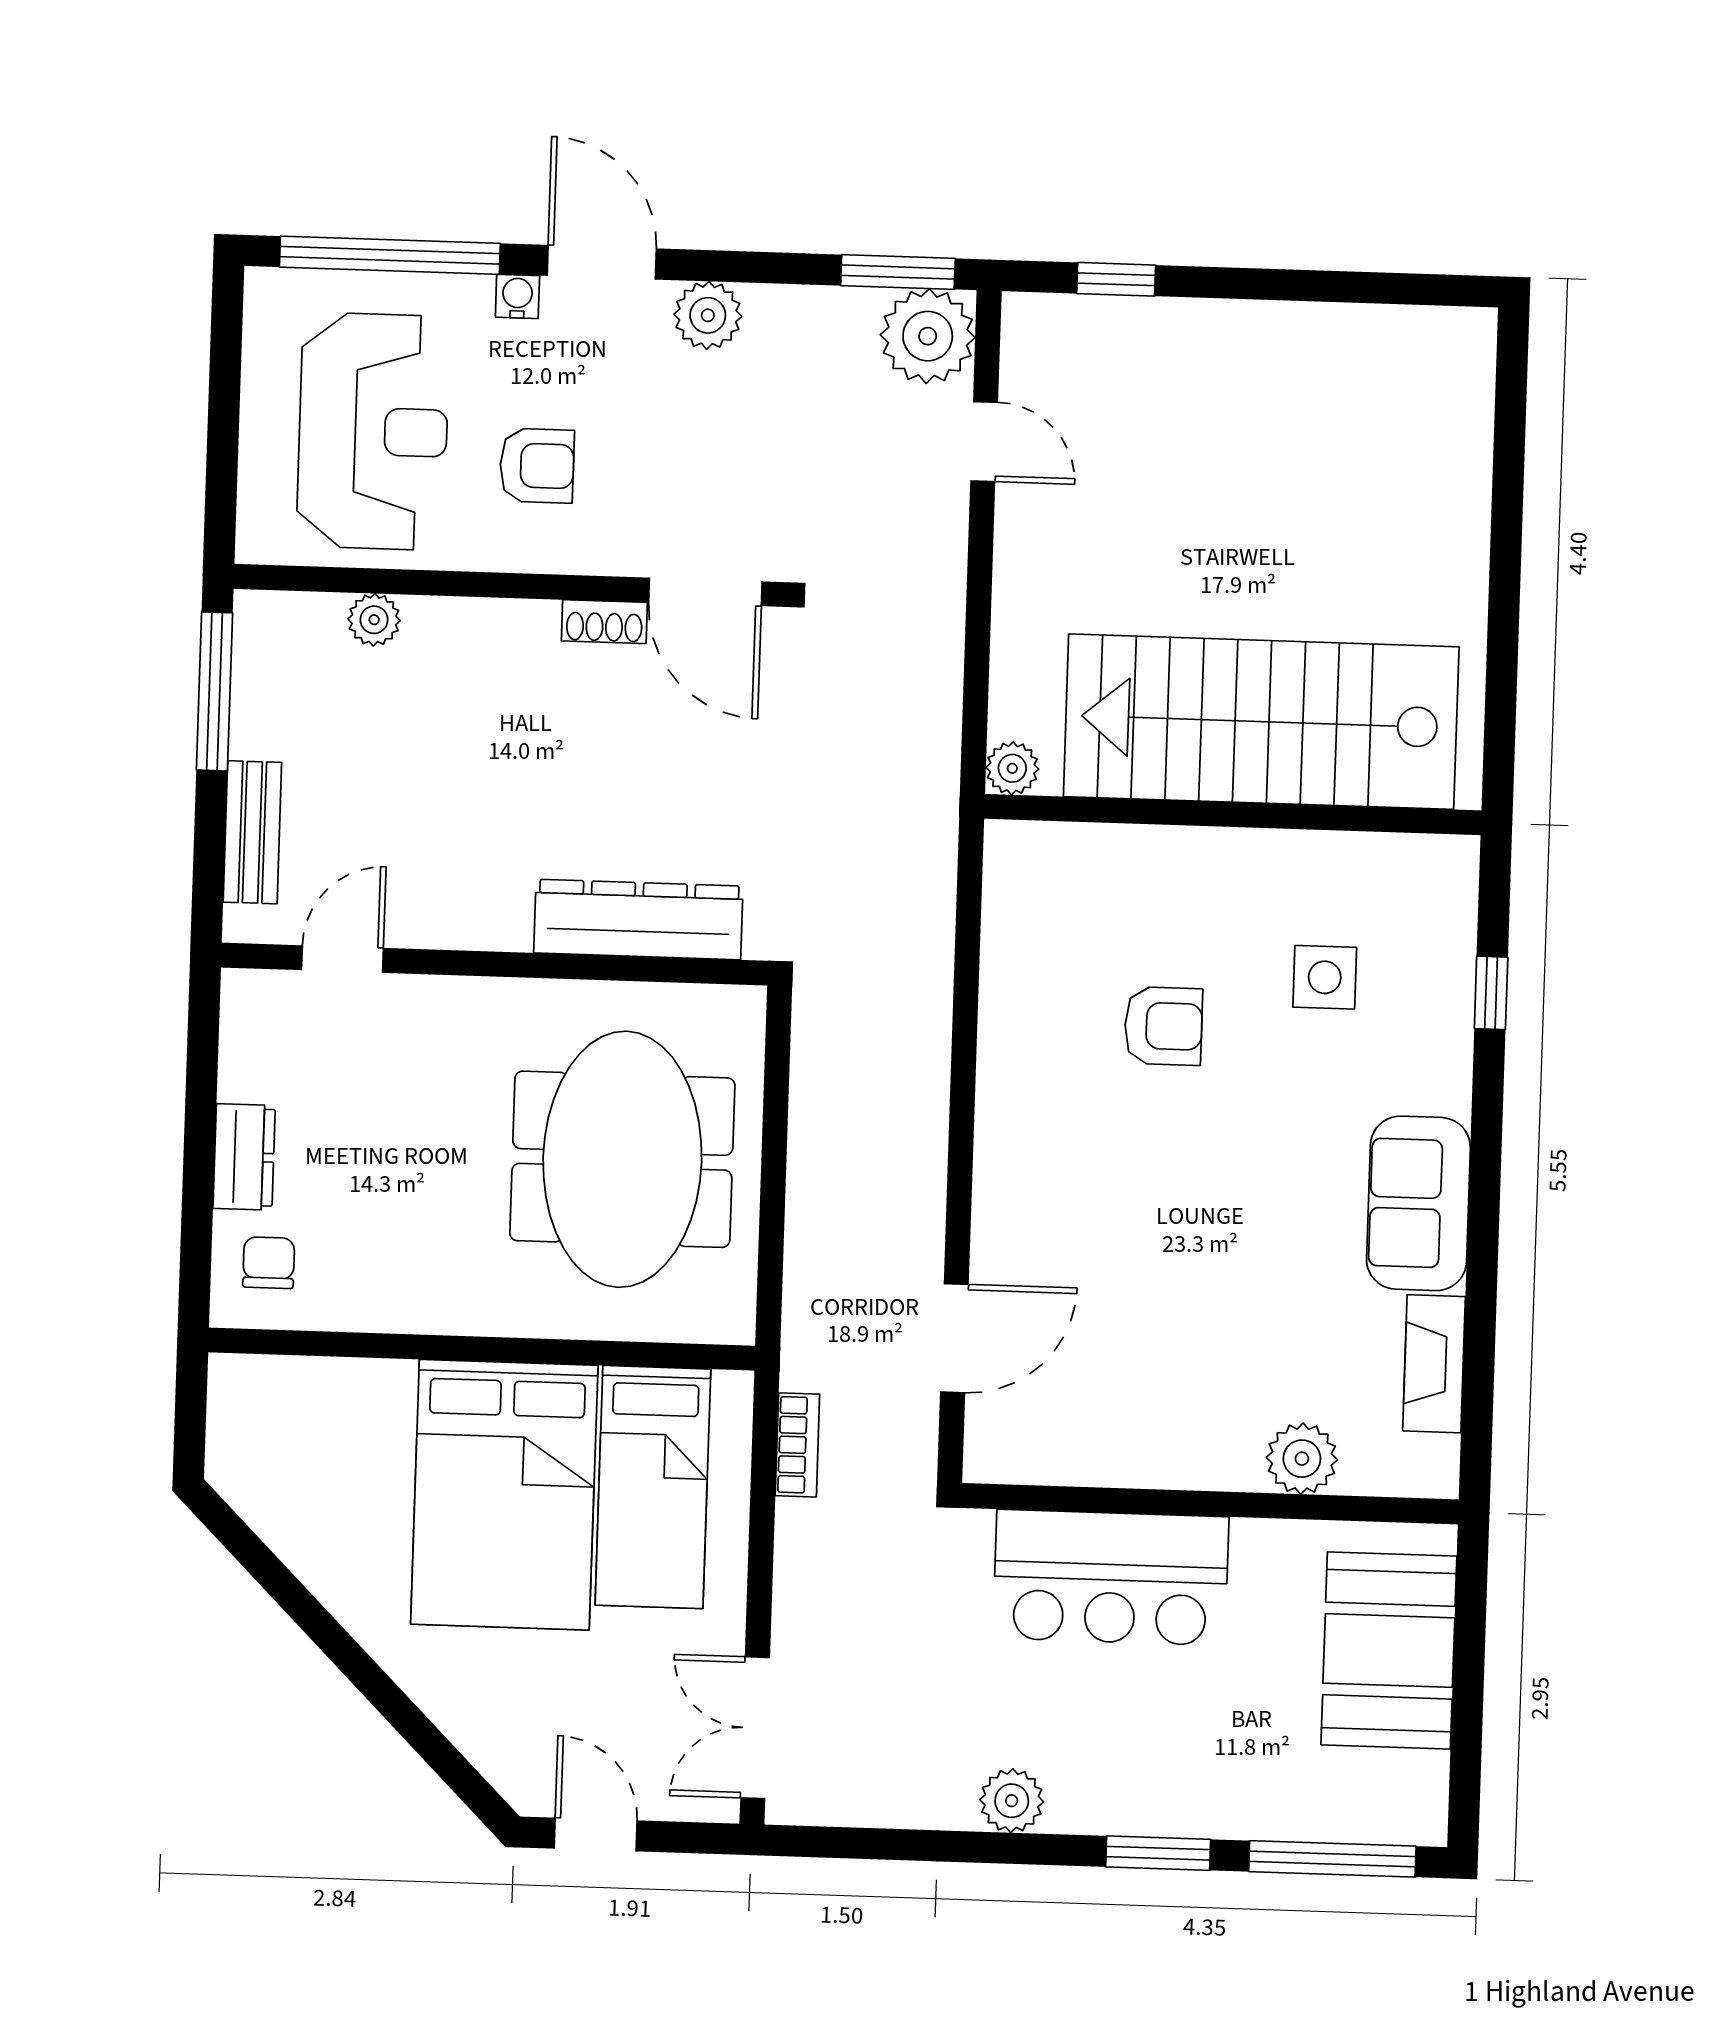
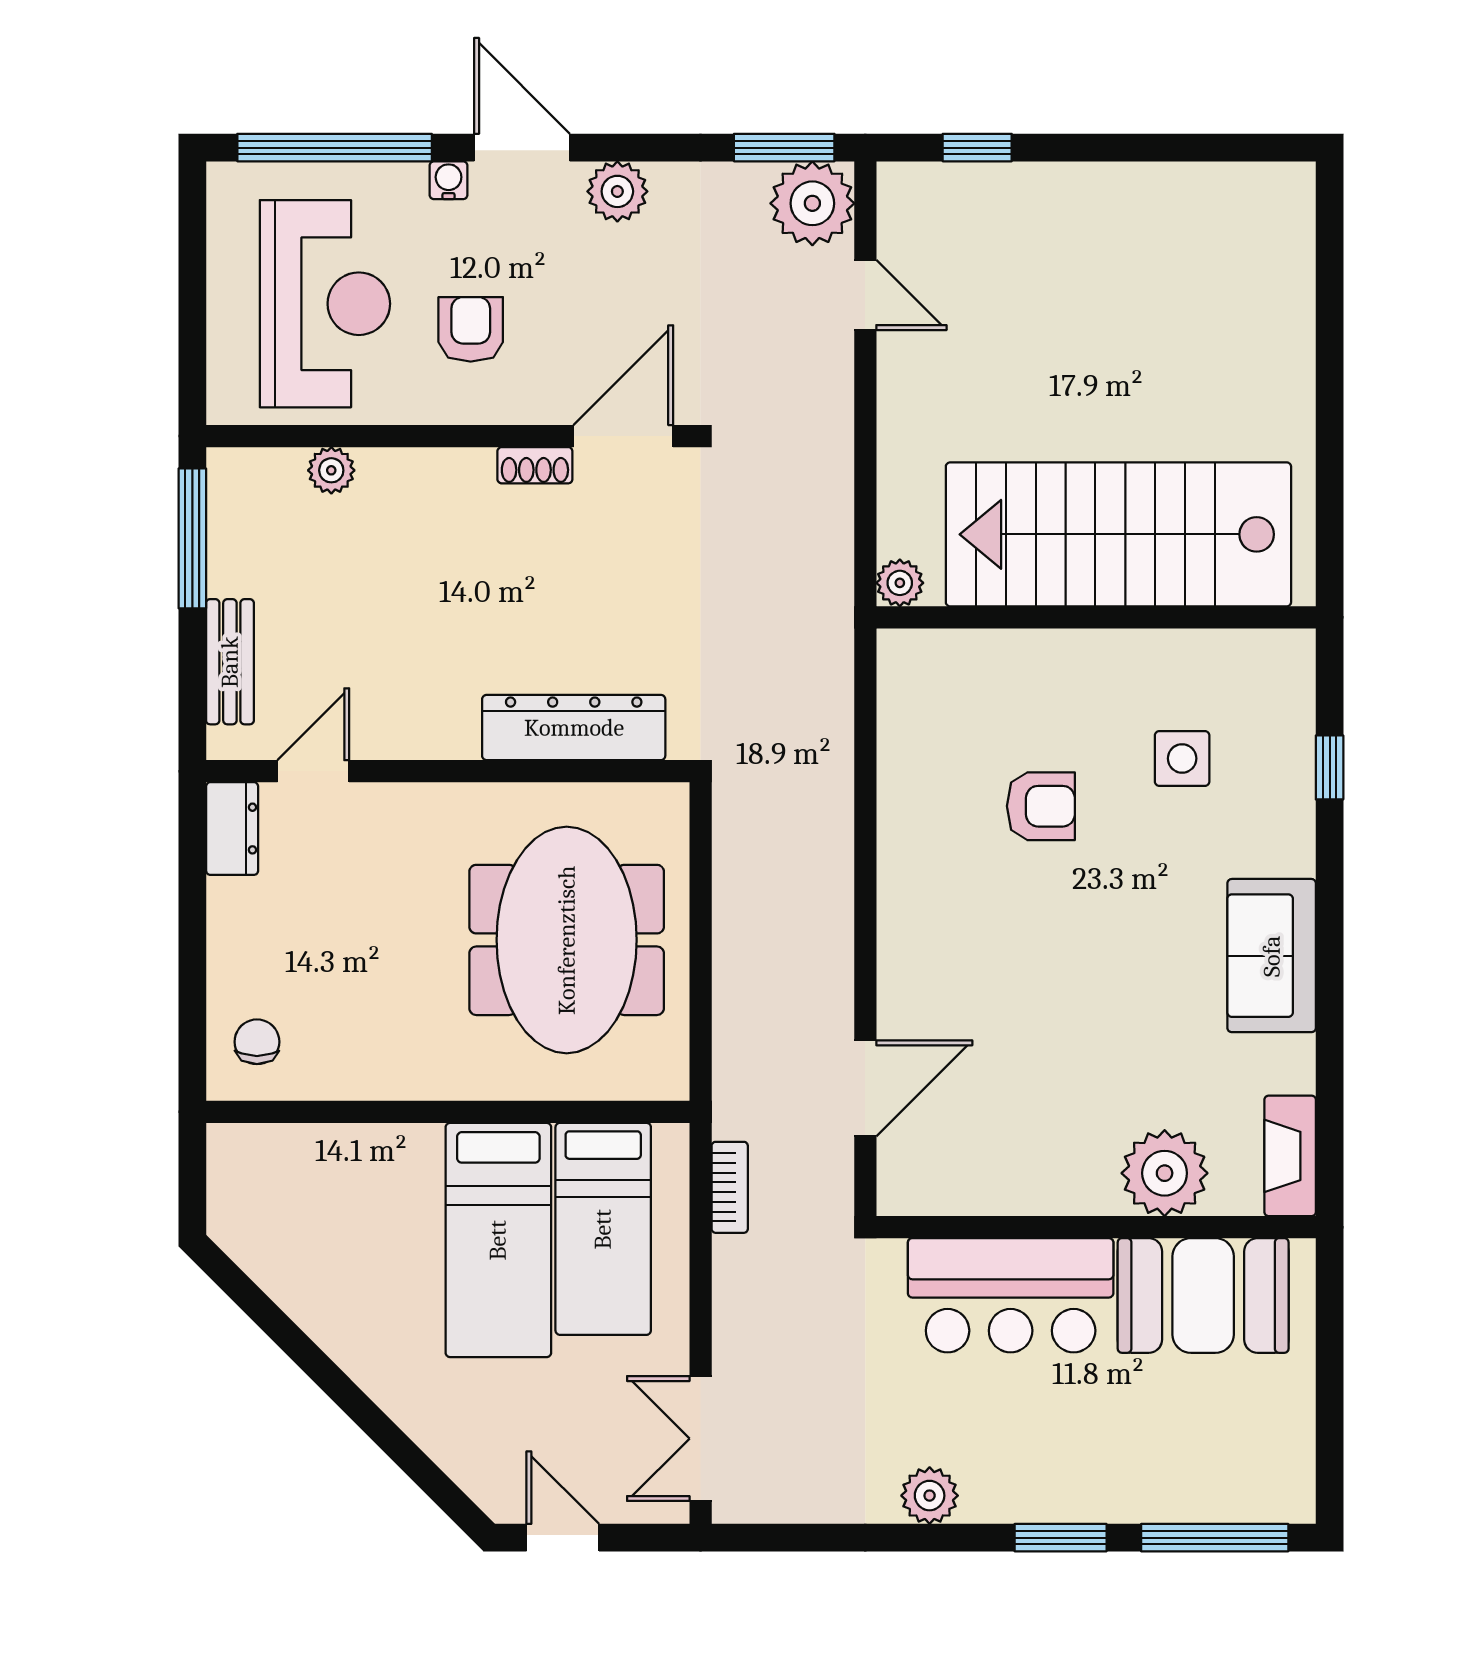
armchair: (537, 466) -> (471, 329), turned -90
door: (705, 592) -> (623, 436), swing flipped
dresser: (244, 1157) -> (232, 829), moved
fireplace: (1434, 1364) -> (1290, 1156), moved
plant: (1302, 1459) -> (1165, 1173), width x1.36, depth x1.36
bed: (504, 1495) -> (498, 1240), width x0.67
booth: (1389, 1651) -> (1203, 1295), moved, turned 90

